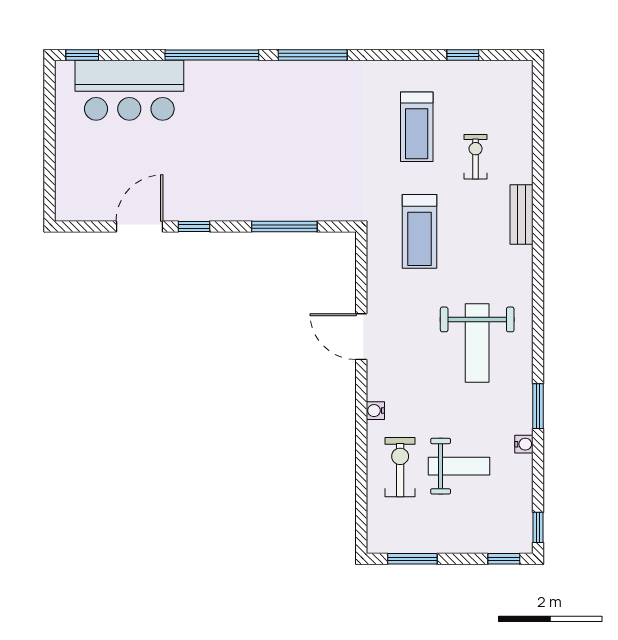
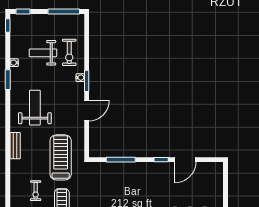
bench: (521, 215) -> (15, 146), moved
treadmill: (420, 231) -> (61, 157), width x1.37, depth x1.38
door: (361, 337) -> (87, 111), hinge flipped
window: (361, 403) -> (87, 81), added
window: (412, 559) -> (64, 11), width x1.44

